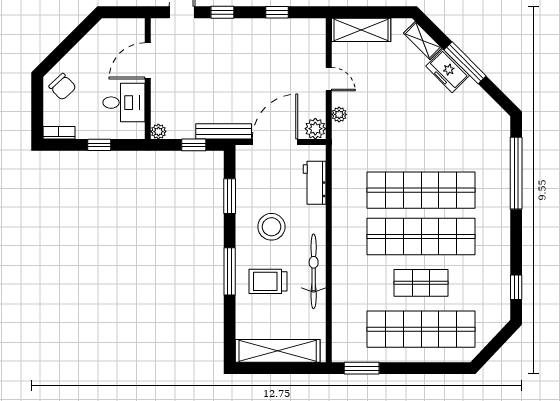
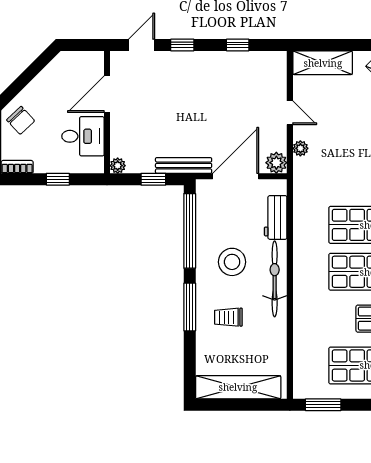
window: (230, 196) -> (190, 231), width x2.11
bicycle: (314, 271) -> (275, 279), moved
trolley: (268, 281) -> (228, 317), width x0.73, depth x0.72

